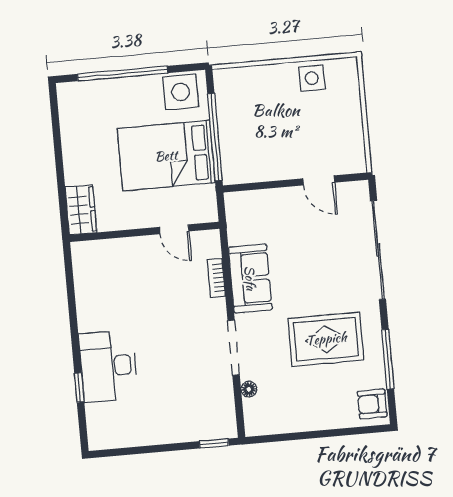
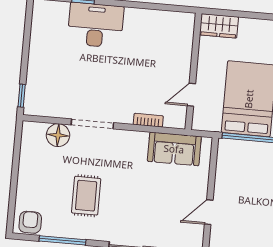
sofa: (250, 278) -> (174, 149), moved
rug: (326, 339) -> (86, 196), width x0.73, depth x0.70
floor lamp: (249, 389) -> (58, 135), width x1.89, depth x1.89

